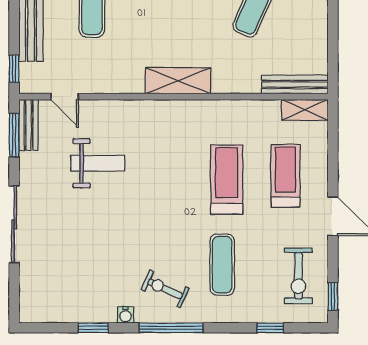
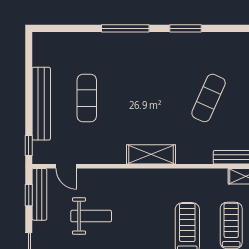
bench: (28, 125) -> (39, 194), width x1.36
window: (14, 135) -> (29, 195), width x0.67

